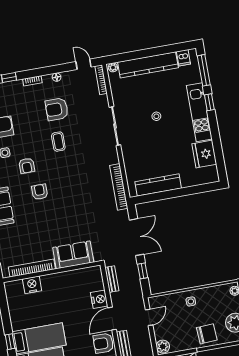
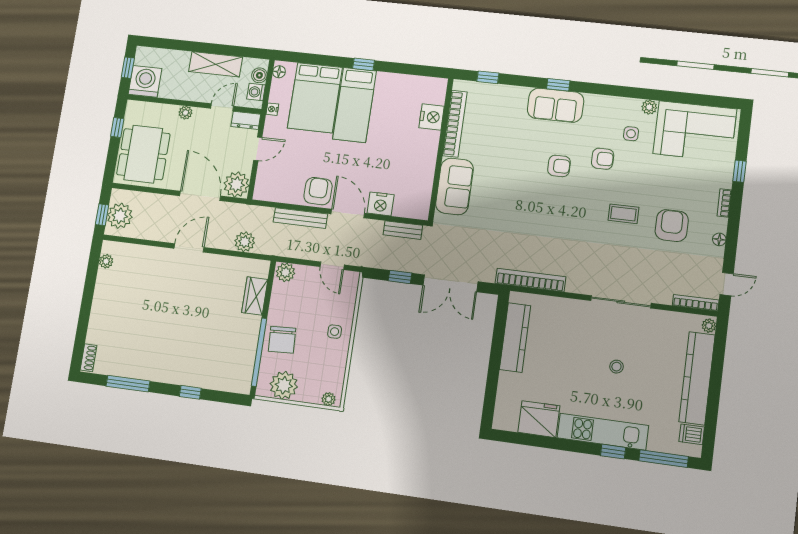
armchair: (27, 166) -> (603, 159), turned 180

